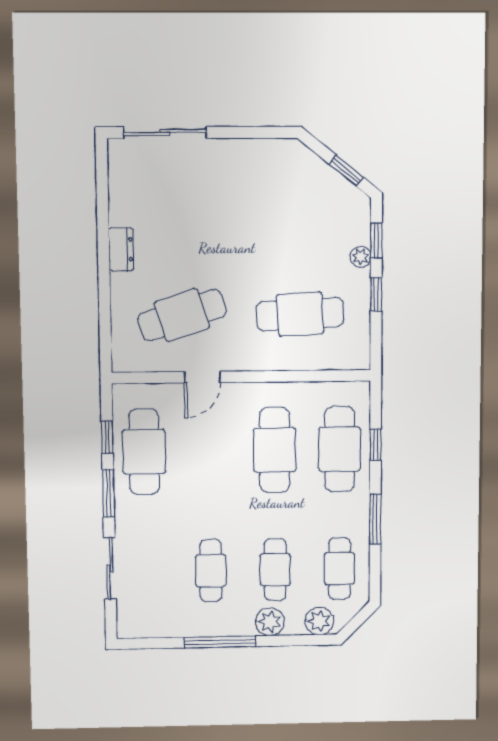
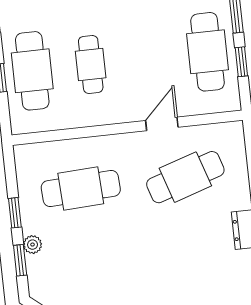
cafe table: (275, 450) -> (91, 64), width x0.73, depth x0.74

